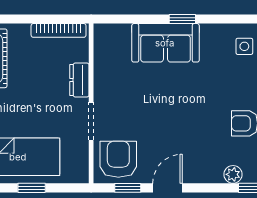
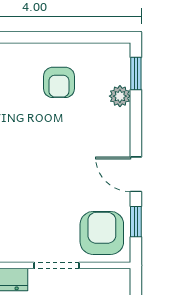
armchair: (118, 159) -> (102, 233), turned 90

